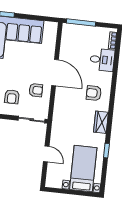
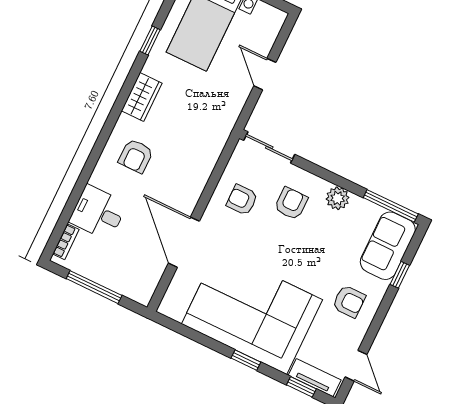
window: (81, 22) -> (94, 287), moved
door: (55, 73) -> (184, 242), moved
armchair: (94, 93) -> (136, 156), turned 90

